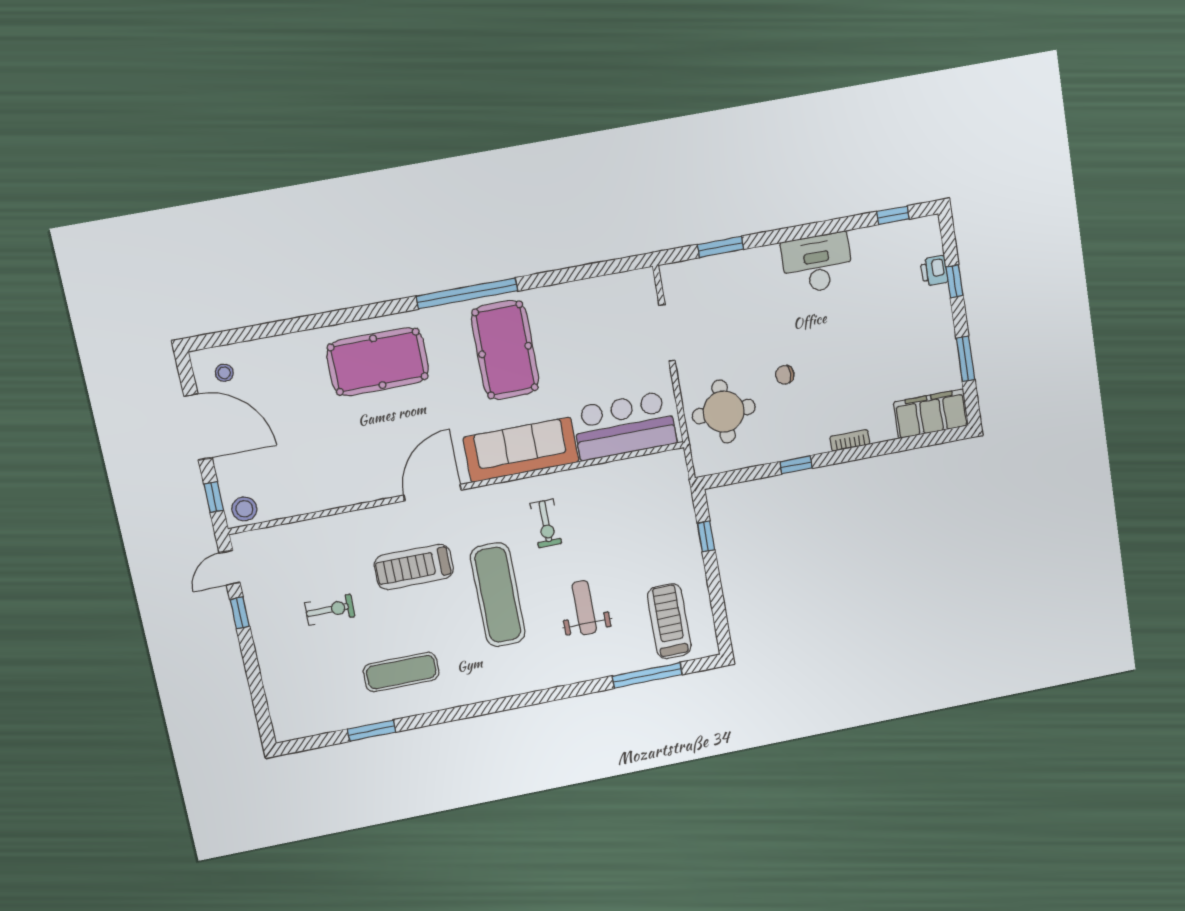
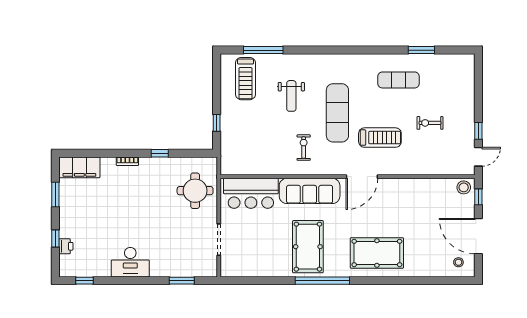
chair: (785, 375) -> (158, 205), removed

